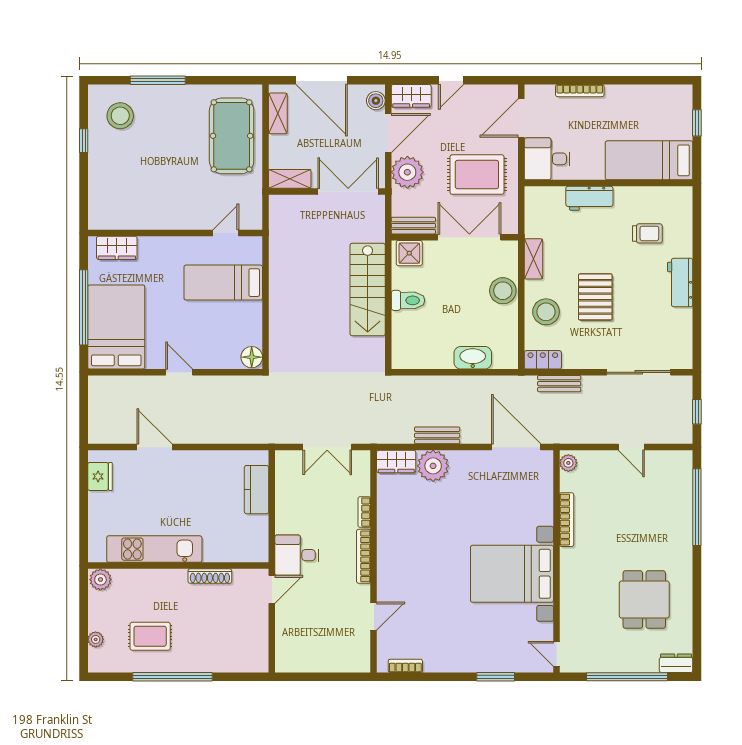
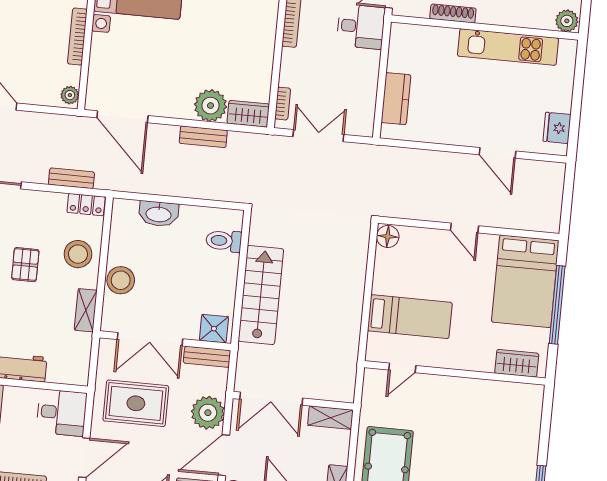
pallet: (595, 297) -> (25, 265), width x0.67, depth x0.71
toilet: (408, 300) -> (224, 241), moved
bookcase: (364, 512) -> (283, 104), moved

